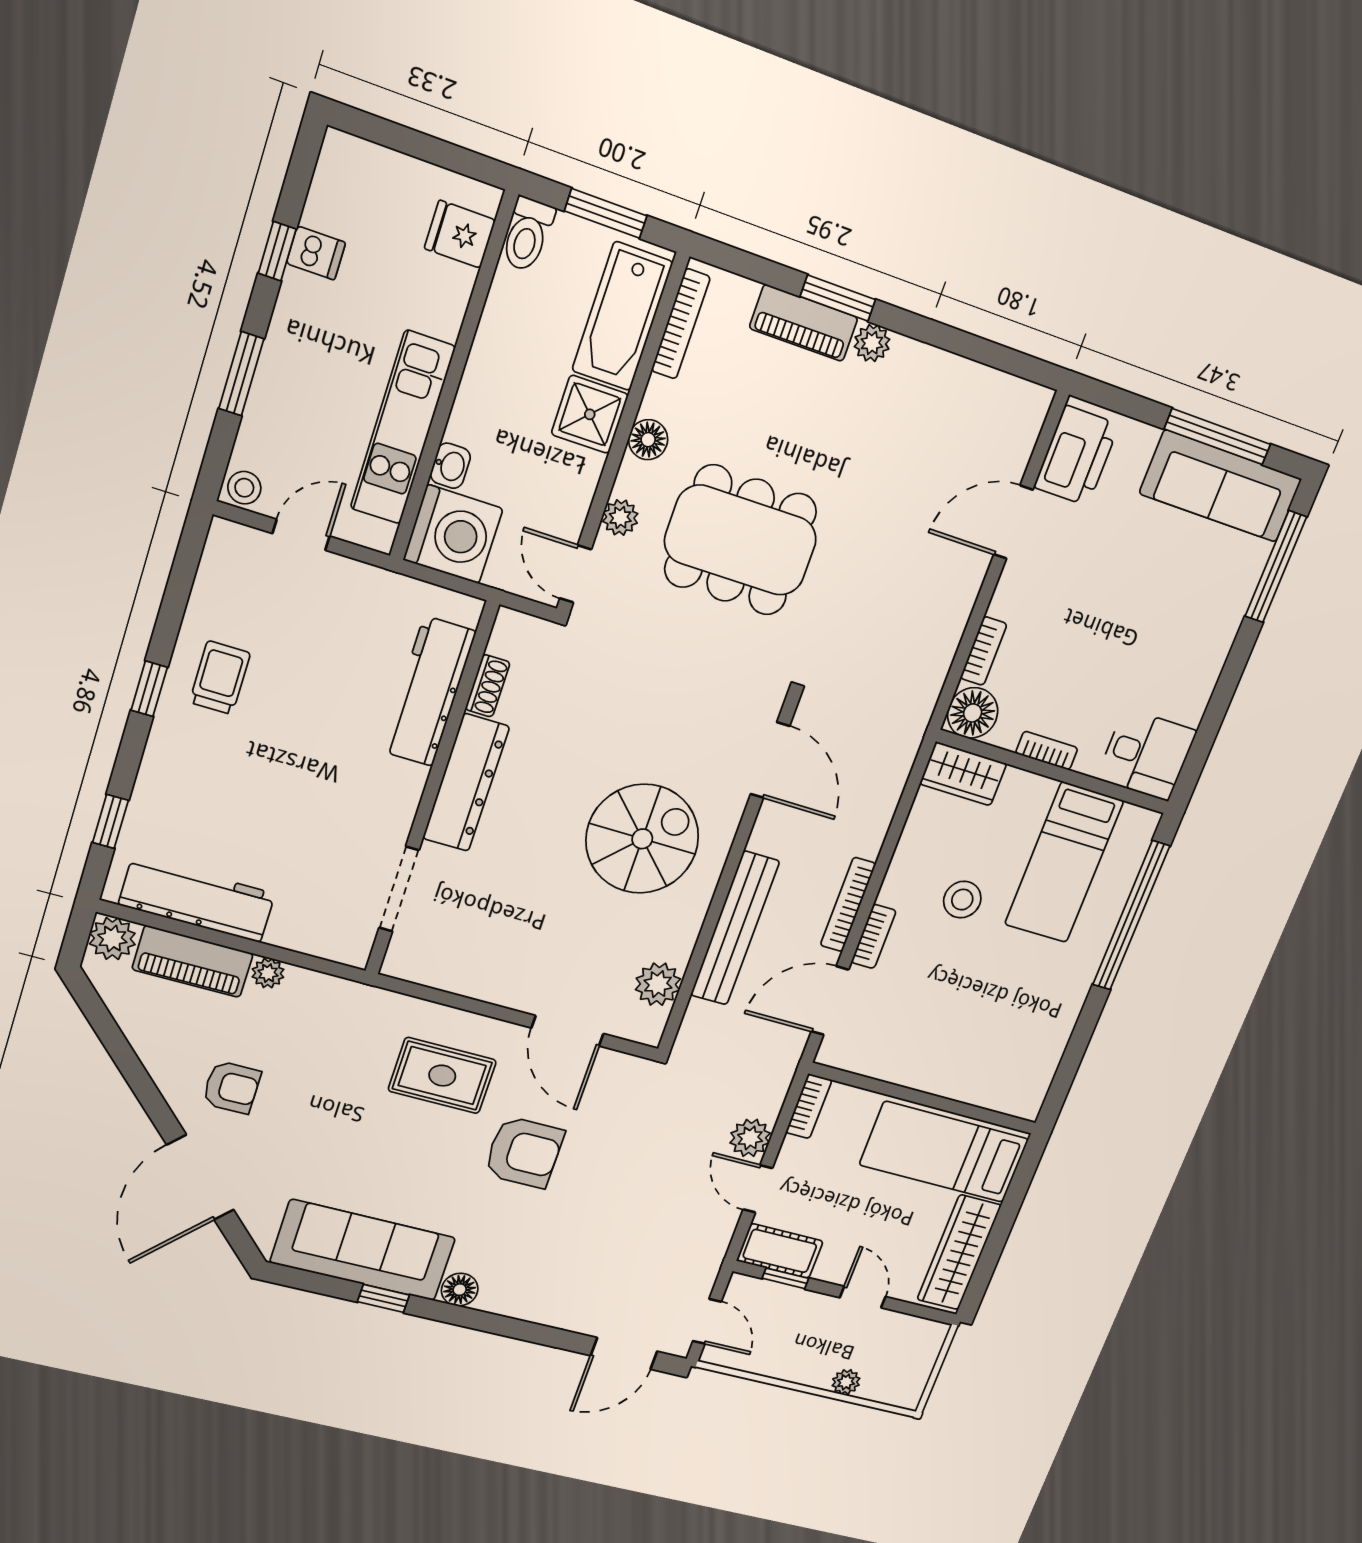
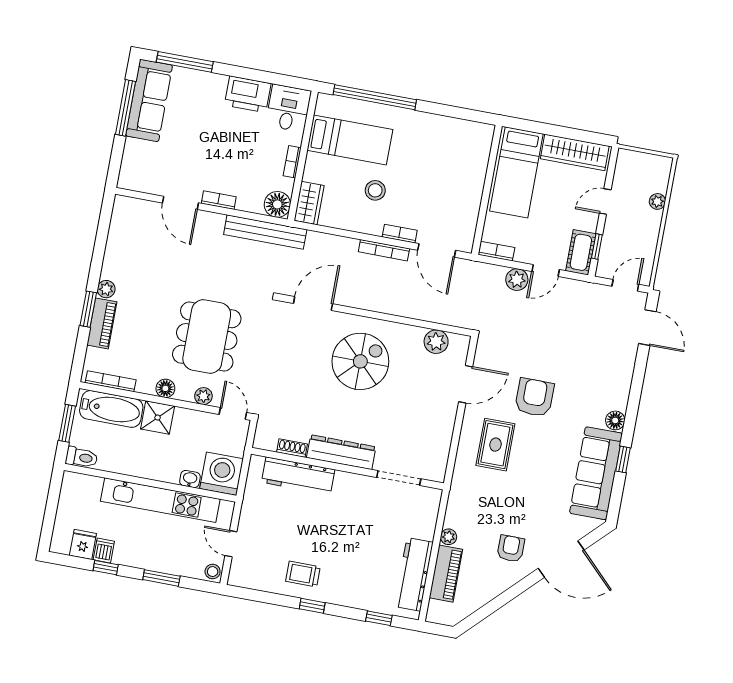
fridge: (460, 234) -> (83, 544), moved, turned 180
kitchen unit: (403, 428) -> (160, 500), width x1.36
printer: (1076, 456) -> (248, 94), moved, turned 180
door: (576, 574) -> (233, 413), swing flipped
bookcase: (984, 651) -> (219, 200), moved
spiral stairs: (642, 839) -> (360, 361), turned 90
bench: (735, 928) -> (265, 232), moved
plant: (112, 939) -> (438, 613), removed

